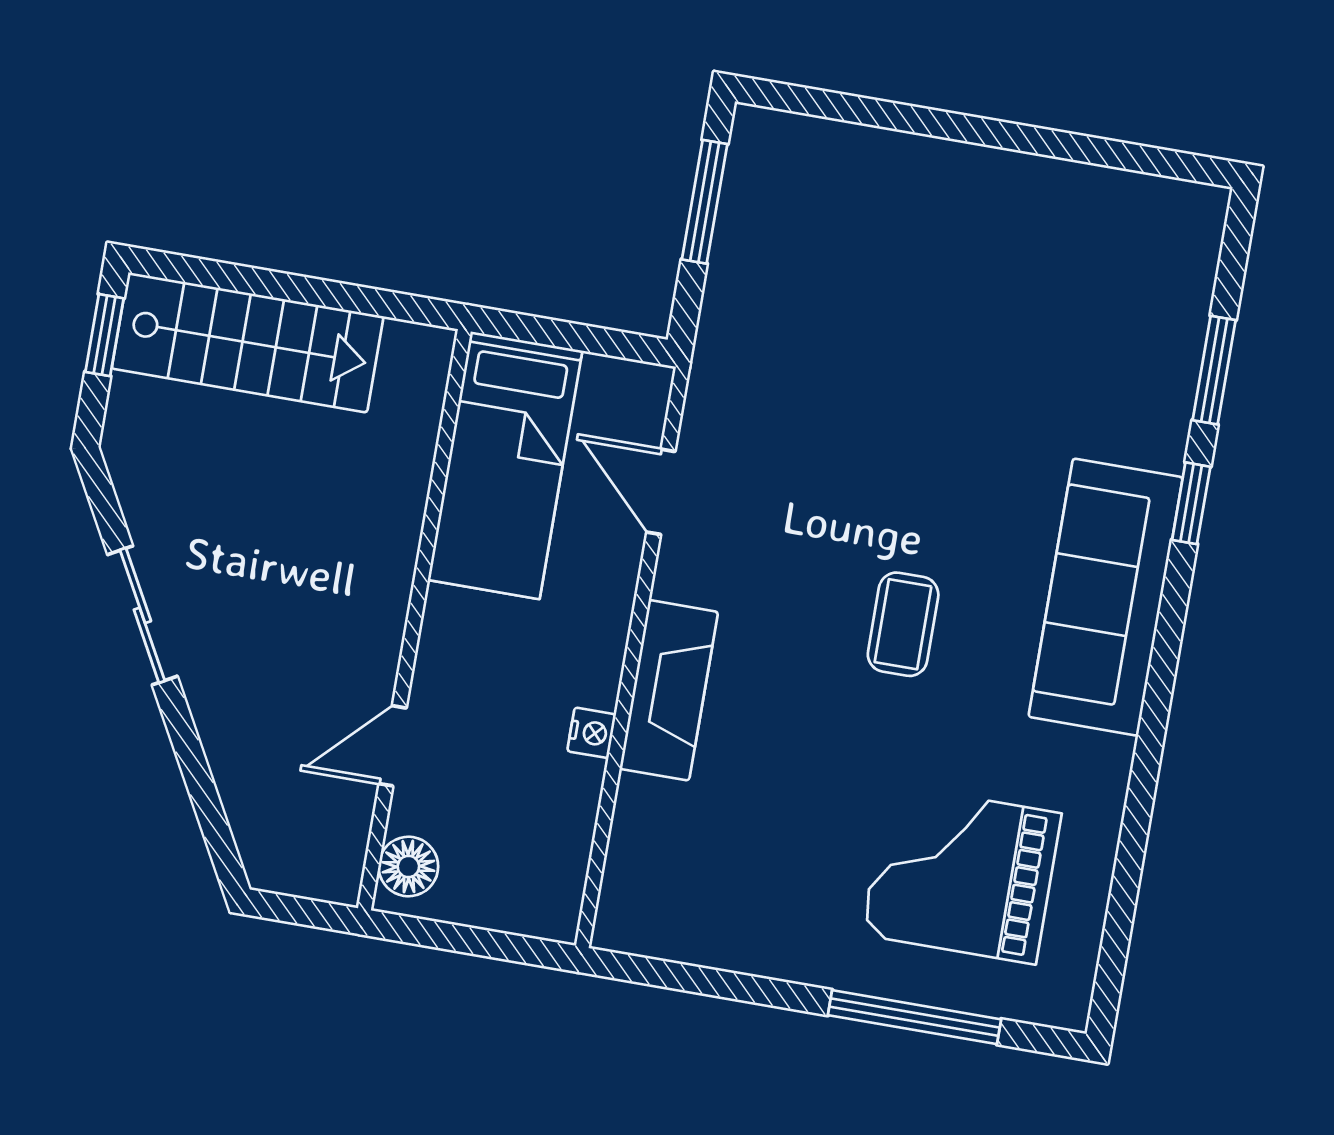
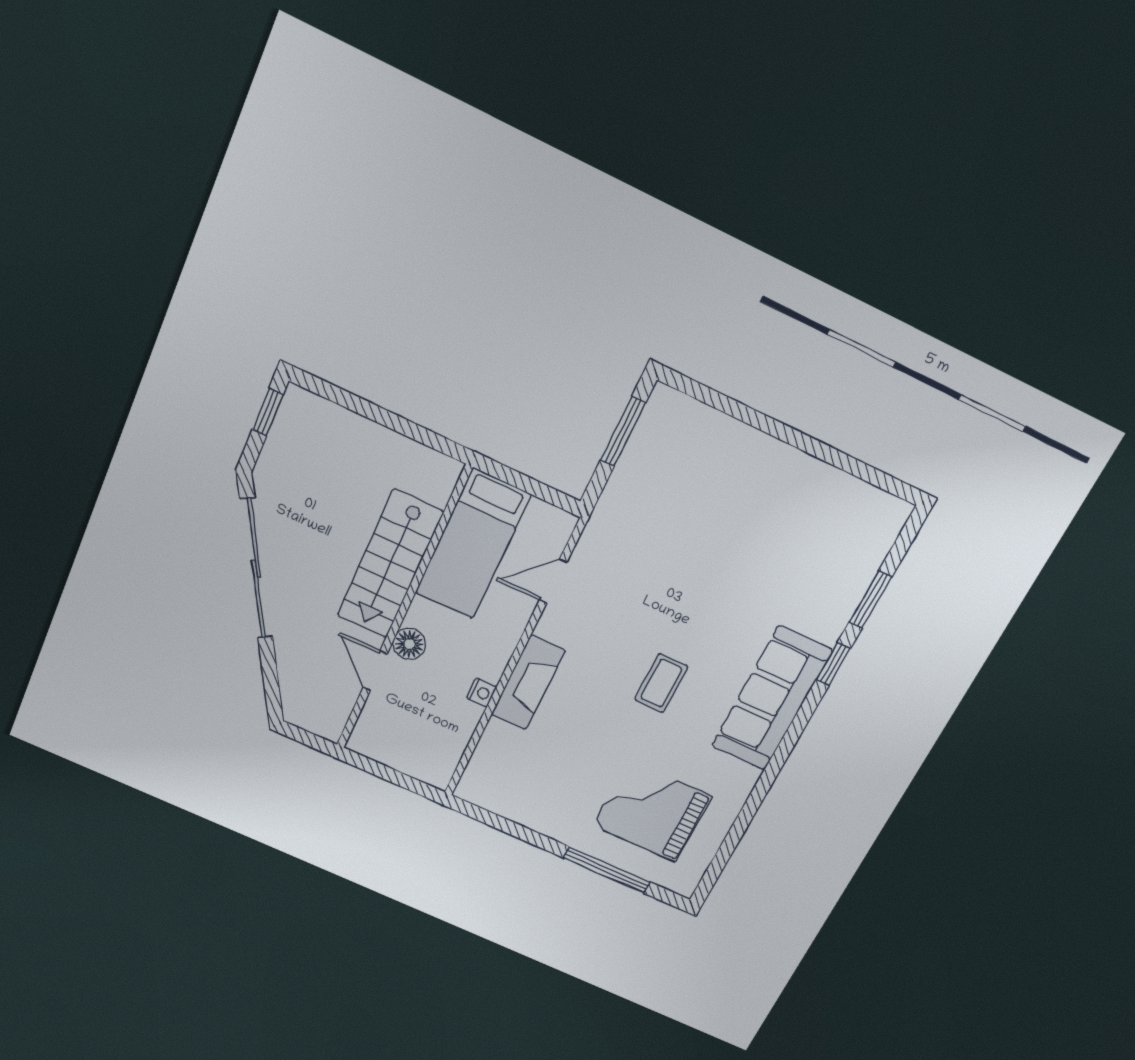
stairs: (248, 342) -> (390, 564), moved, turned 90
door: (661, 492) -> (553, 581), hinge flipped
sliding door: (142, 615) -> (256, 569), width x1.86
door: (393, 746) -> (375, 671), hinge flipped
floor lamp: (408, 867) -> (409, 644), moved

